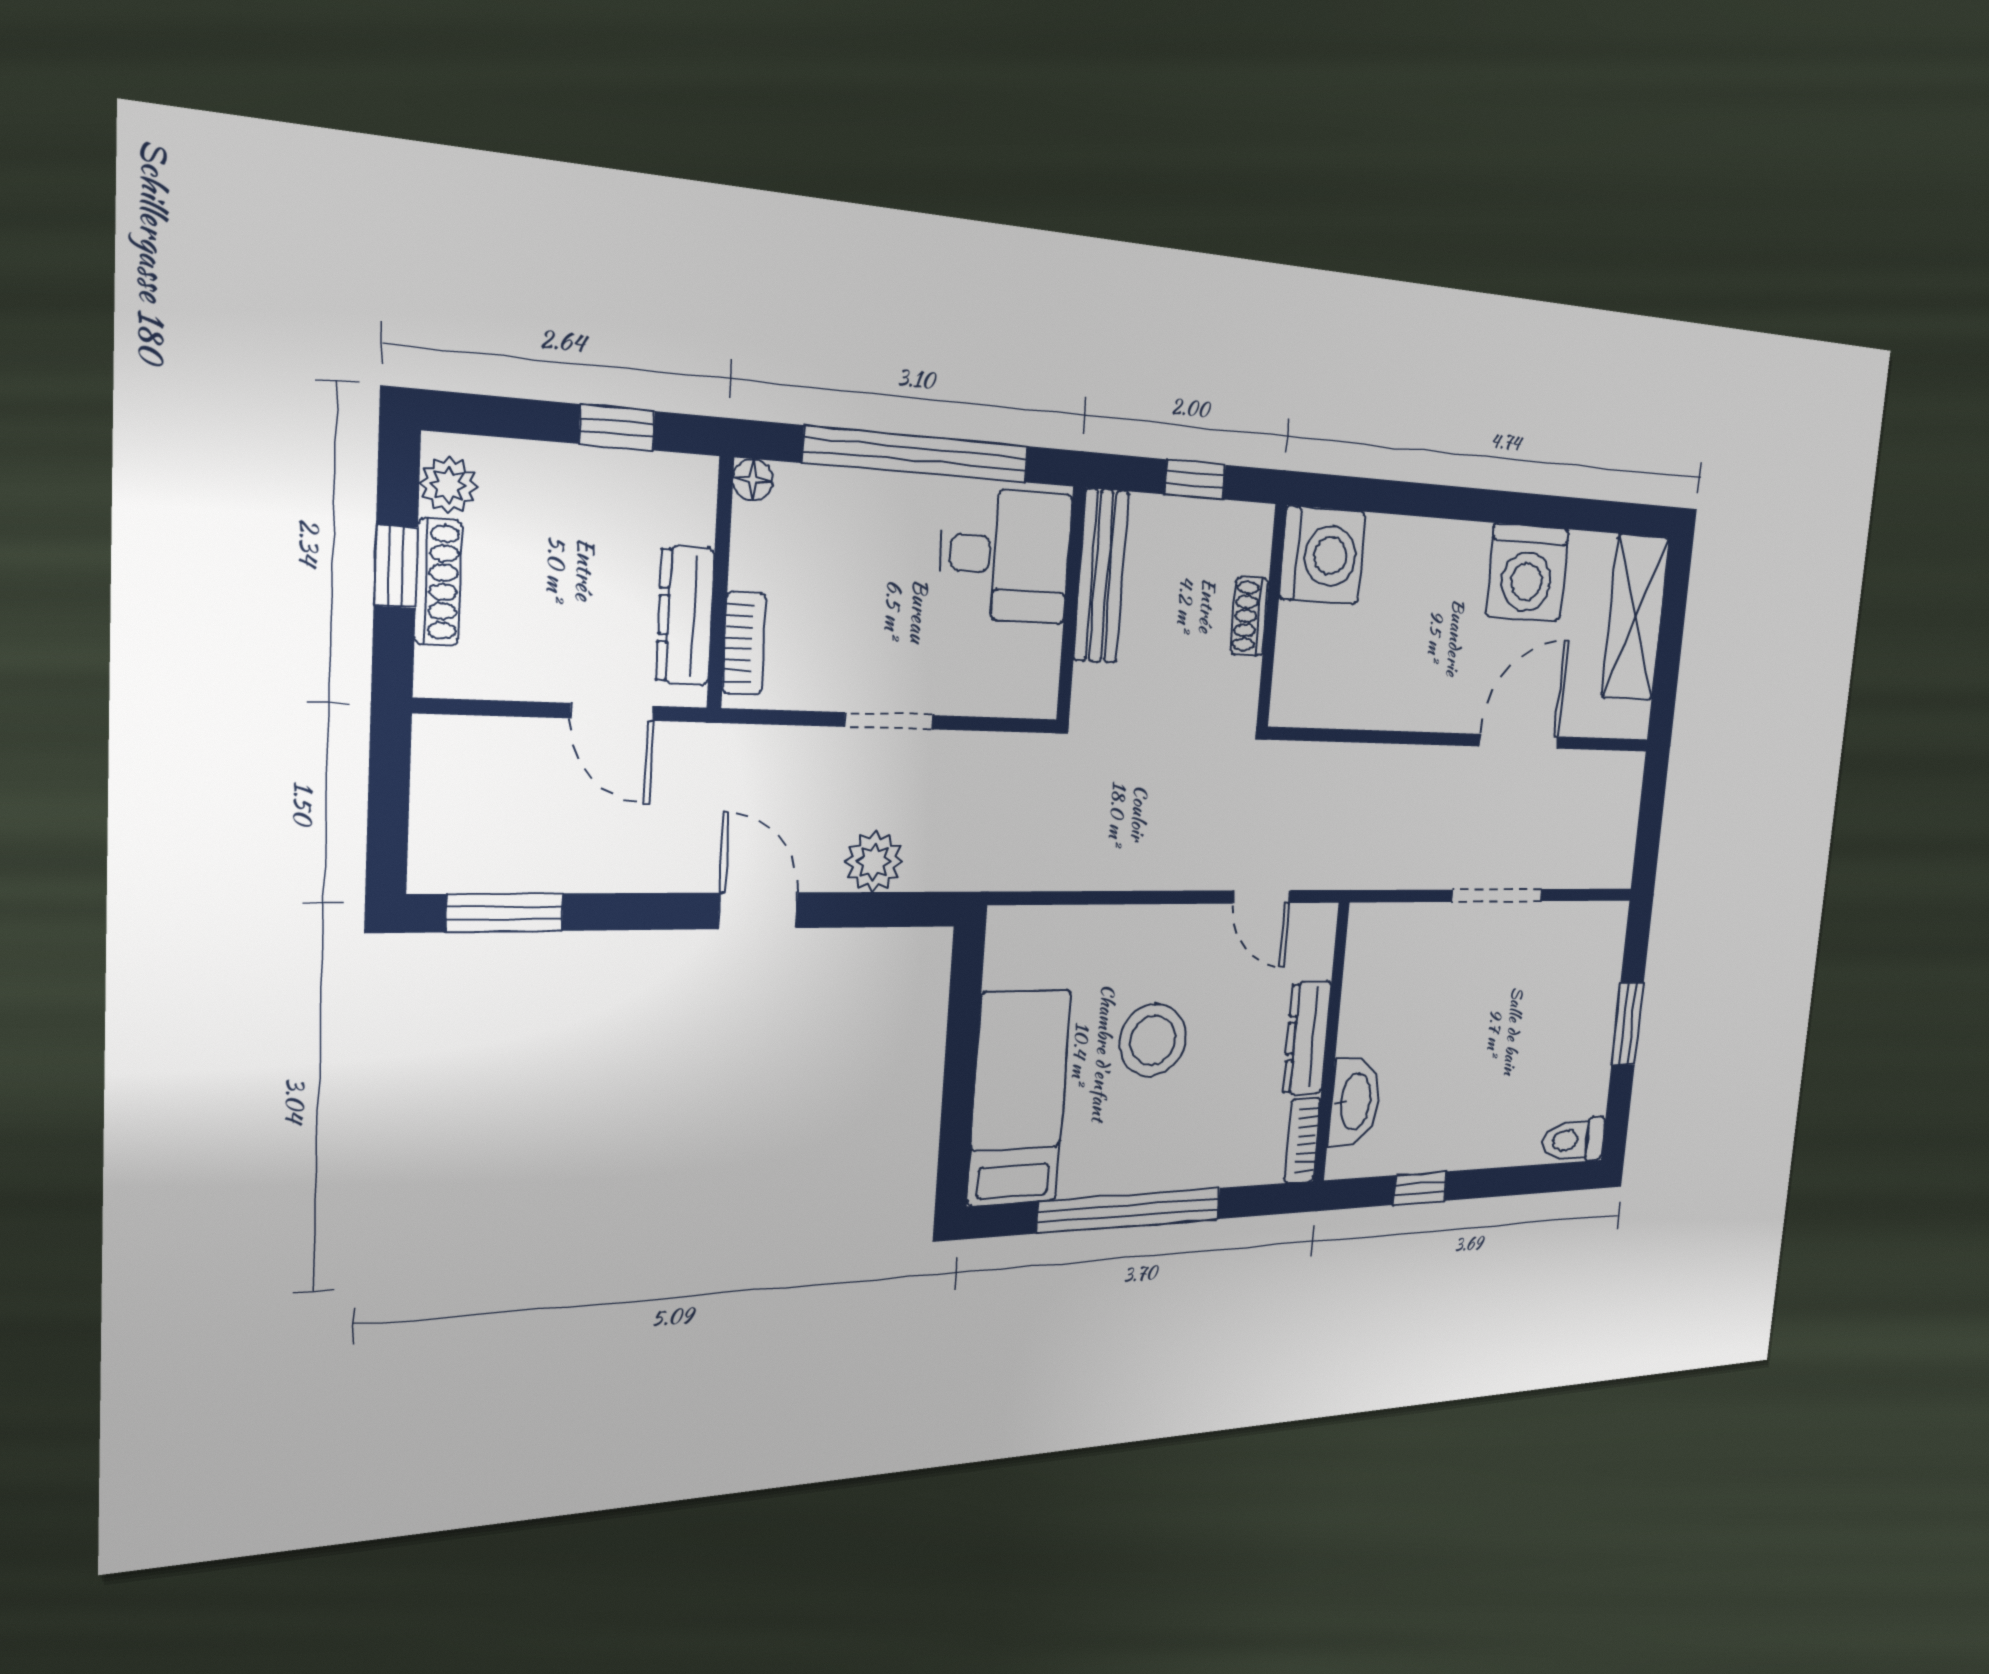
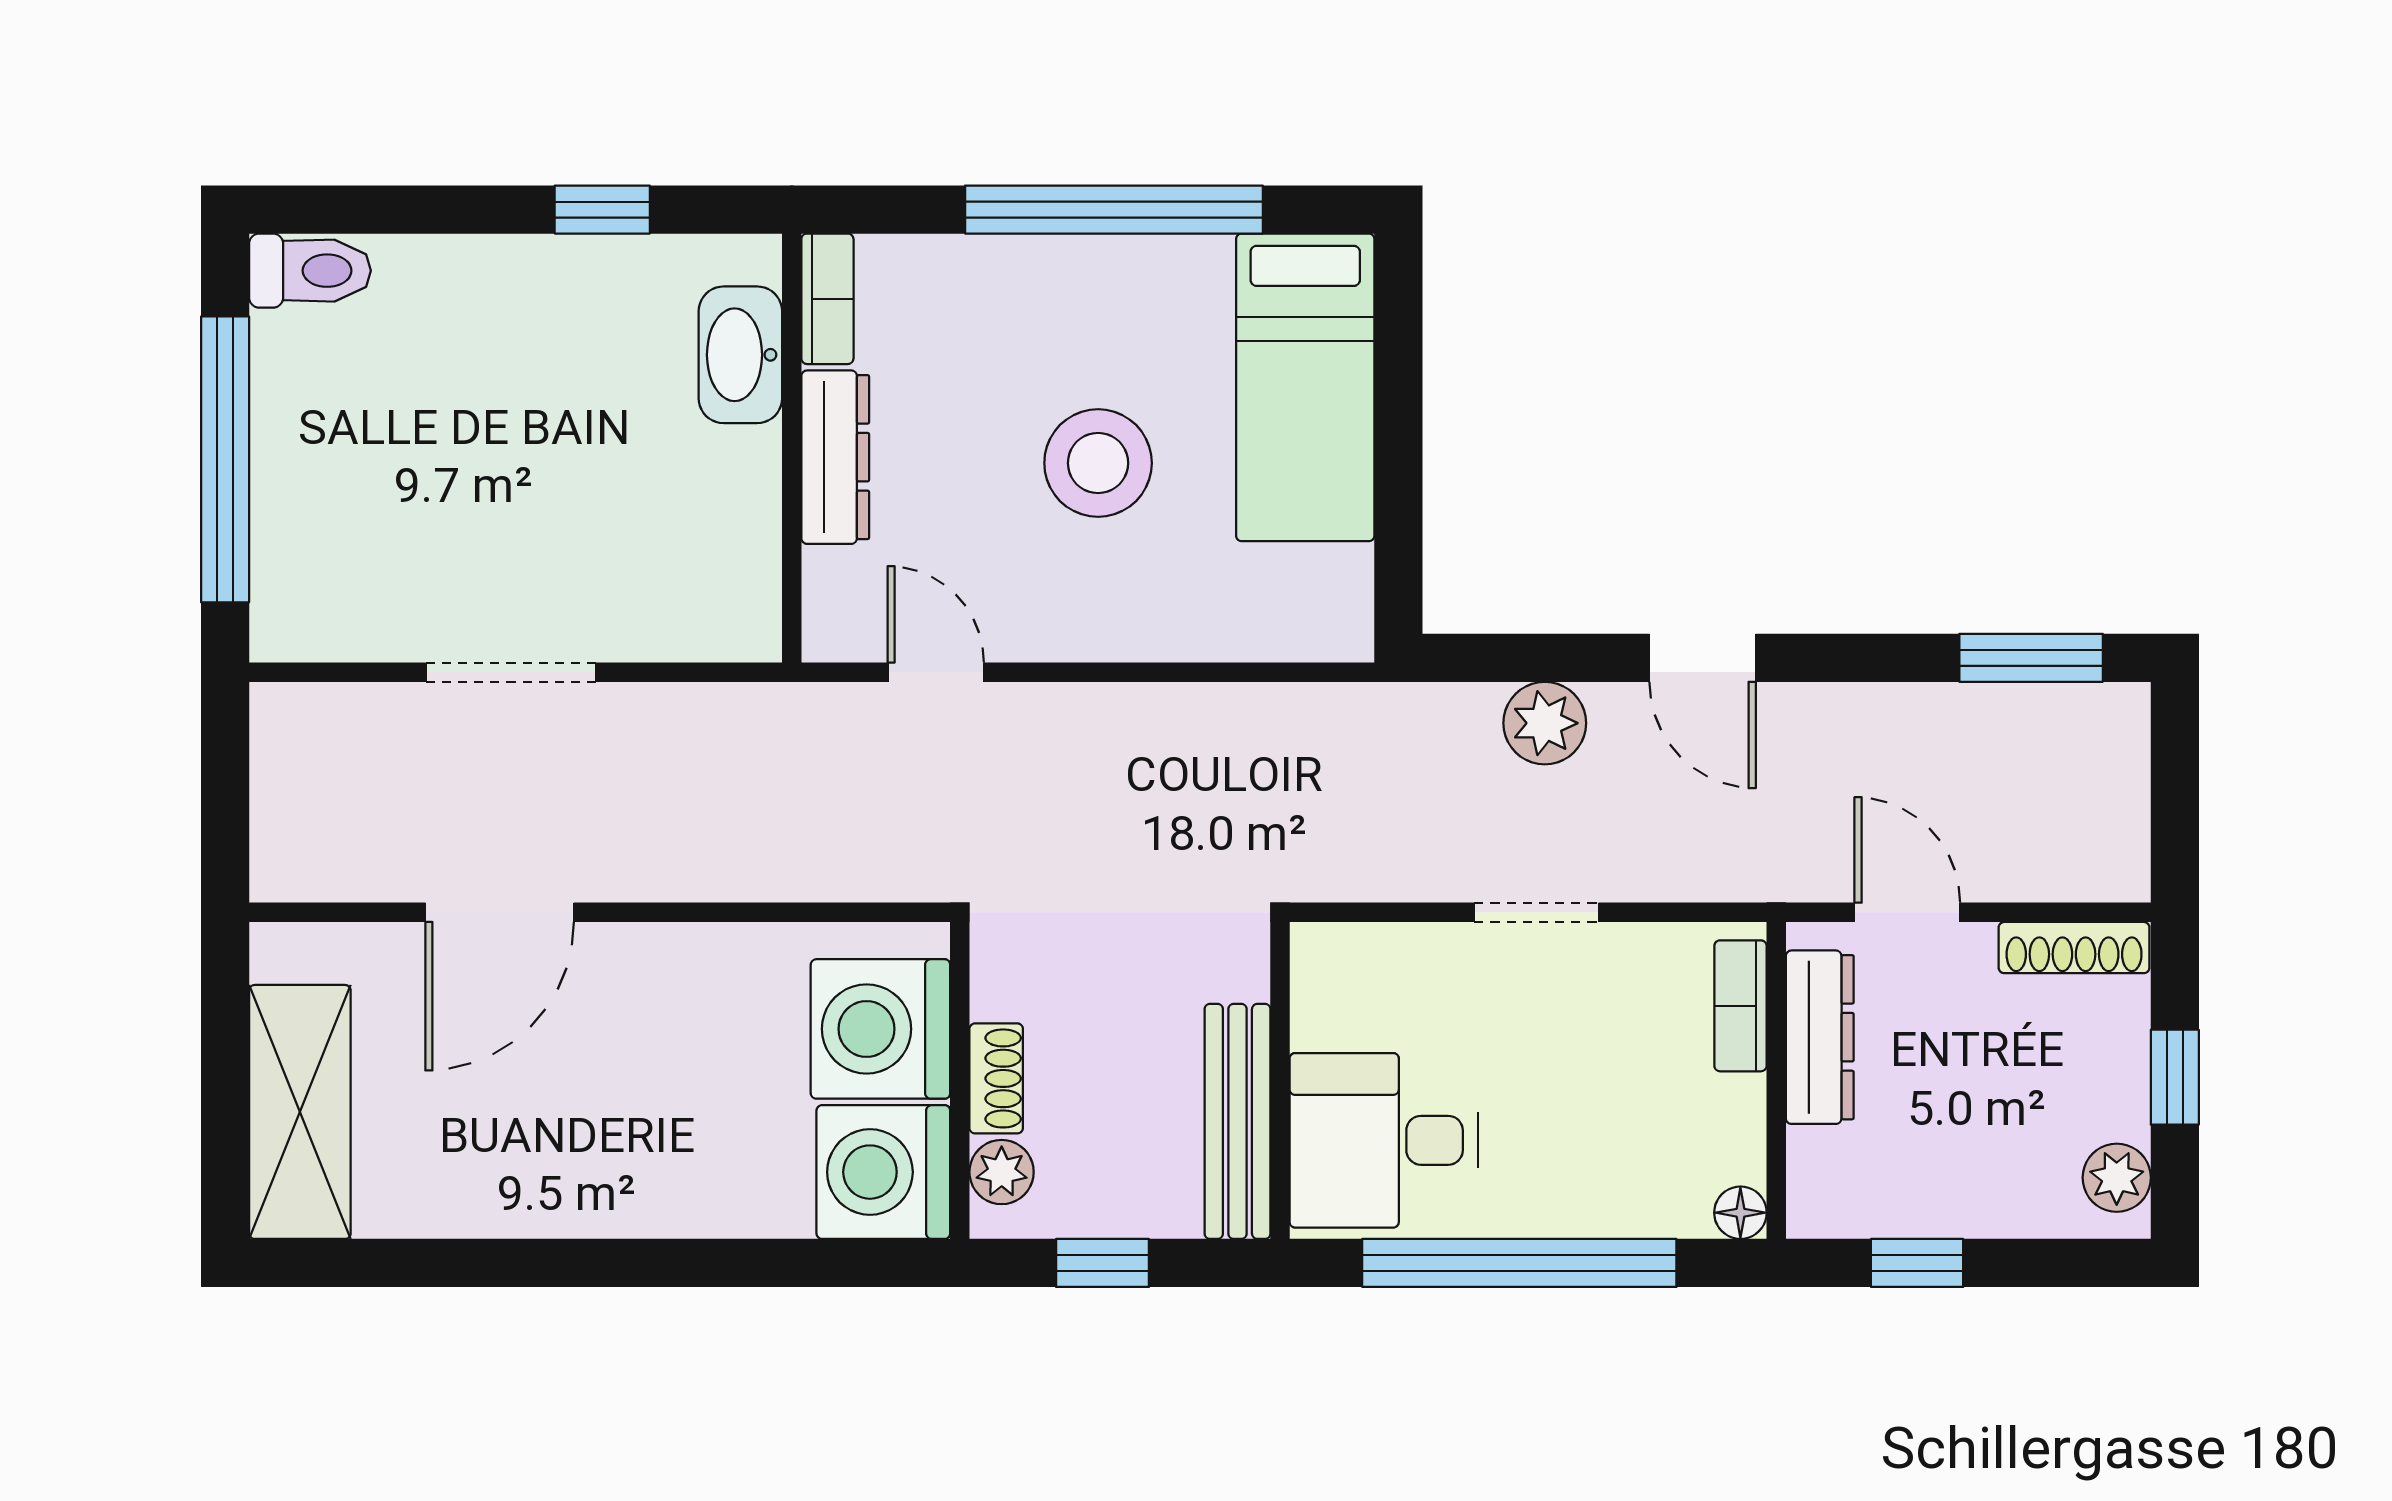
plant: (1252, 550) -> (1002, 1172), added
washing machine: (1527, 572) -> (880, 1029), moved, turned -90
shoe rack: (438, 582) -> (2074, 948), moved, turned -90
window: (1628, 1024) -> (225, 459), width x2.11

